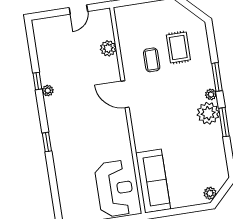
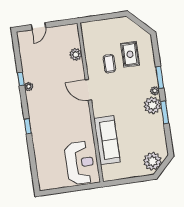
door: (78, 10) -> (38, 26), moved
sofa: (153, 181) -> (107, 140), moved
plant: (210, 193) -> (152, 161), width x1.87, depth x1.87

